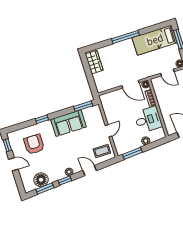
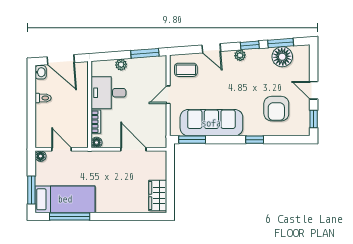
window: (126, 37) -> (70, 216), moved
door: (130, 84) -> (133, 149), moved
sofa: (68, 123) -> (211, 123), width x1.36

